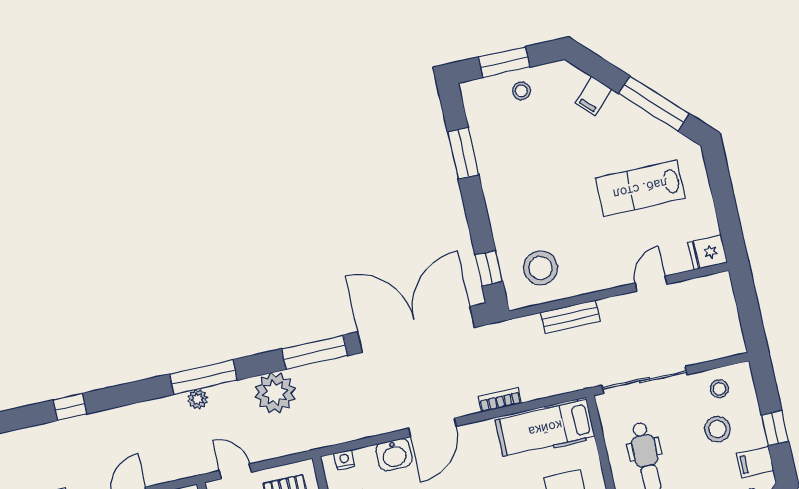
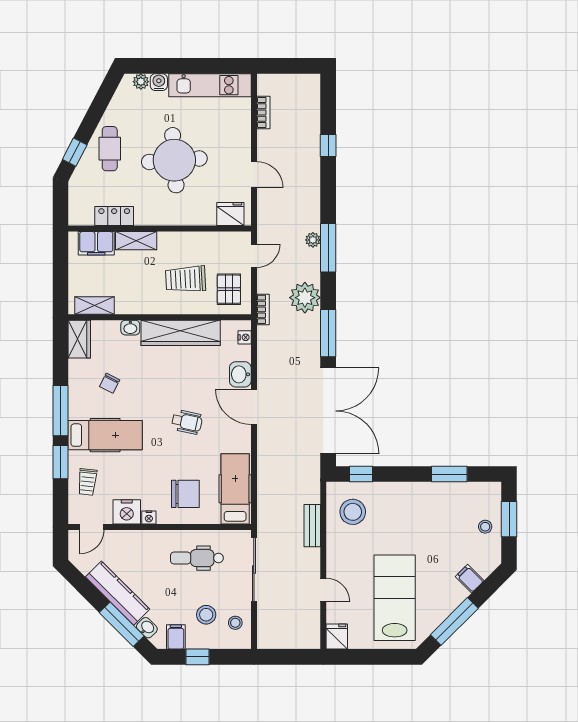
lab bench: (640, 188) -> (395, 598), width x1.36, depth x1.39
bookcase: (500, 400) -> (263, 309), moved

